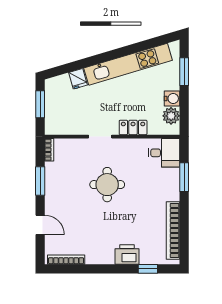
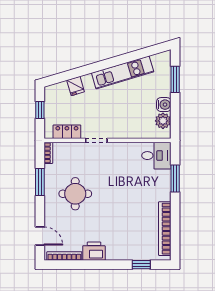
kitchen unit: (128, 64) -> (123, 72), width x0.73
window: (40, 104) -> (40, 110), width x0.67
locker: (133, 127) -> (67, 132), moved
round table: (107, 185) -> (75, 194), moved
door: (40, 225) -> (40, 236), moved
printer: (127, 255) -> (94, 251), moved

